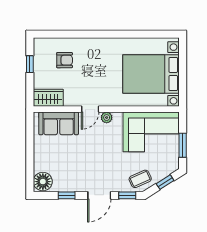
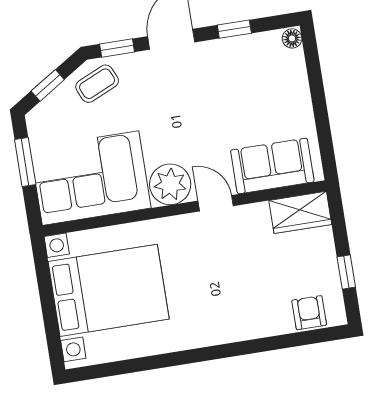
armchair: (65, 60) -> (309, 313), moved, turned 90
door: (90, 109) -> (216, 203), hinge flipped
plant: (107, 118) -> (170, 184), width x1.87, depth x1.87
floor lamp: (43, 182) -> (292, 38), width x0.53, depth x0.53

